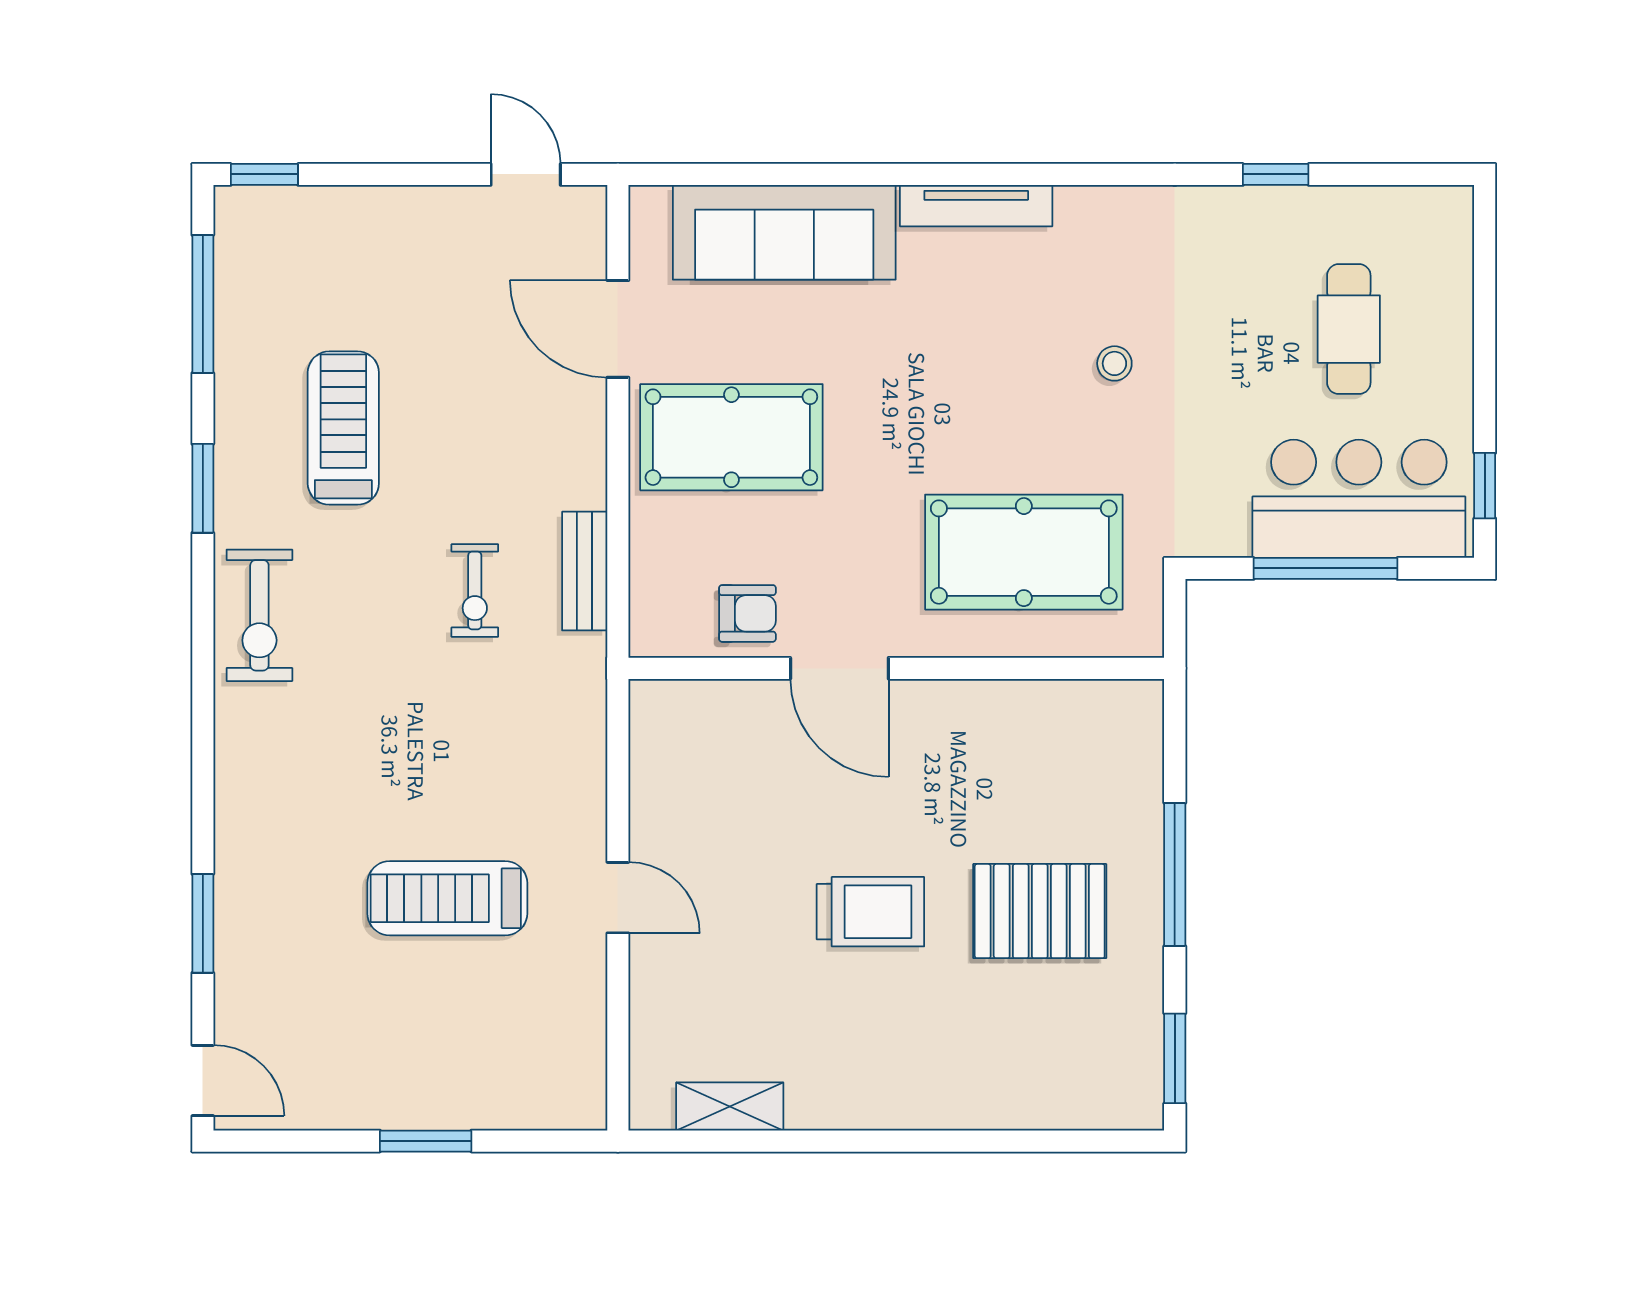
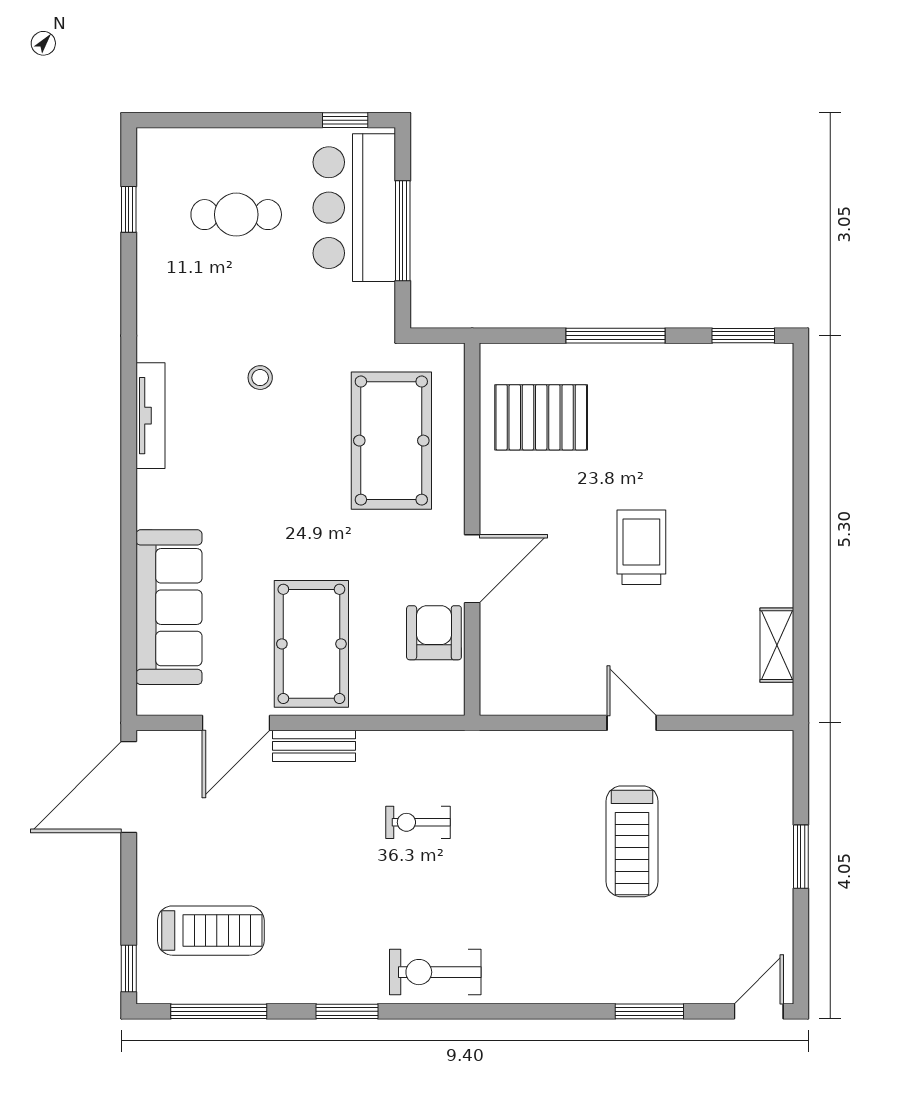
door: (526, 174) -> (129, 787), width x1.87
window: (1276, 174) -> (129, 209), moved
tv unit: (976, 206) -> (150, 416), moved
treadmill: (343, 428) -> (211, 931), moved, turned 180
bench: (585, 571) -> (314, 746), moved
exercise bike: (475, 590) -> (418, 822), turned 180
armchair: (747, 613) -> (434, 633), width x1.38, depth x1.38
exercise bike: (259, 615) -> (435, 972), turned 180
door: (618, 898) -> (632, 723), hinge flipped
pallet: (1040, 911) -> (541, 417), moved, turned 90

